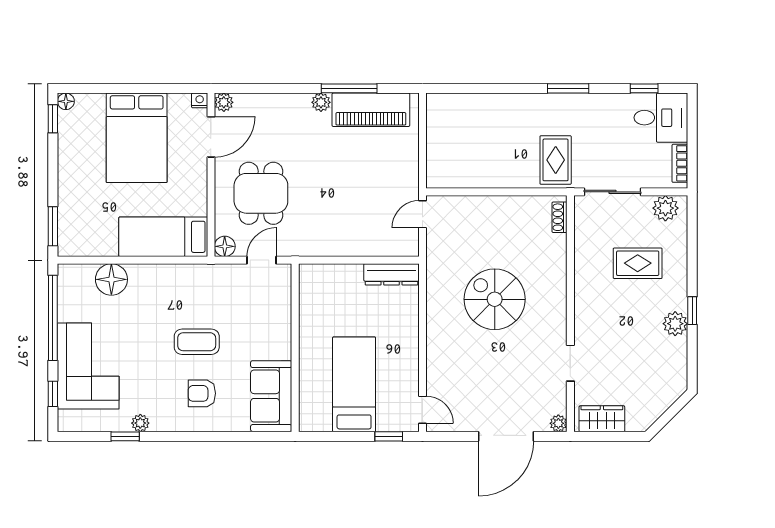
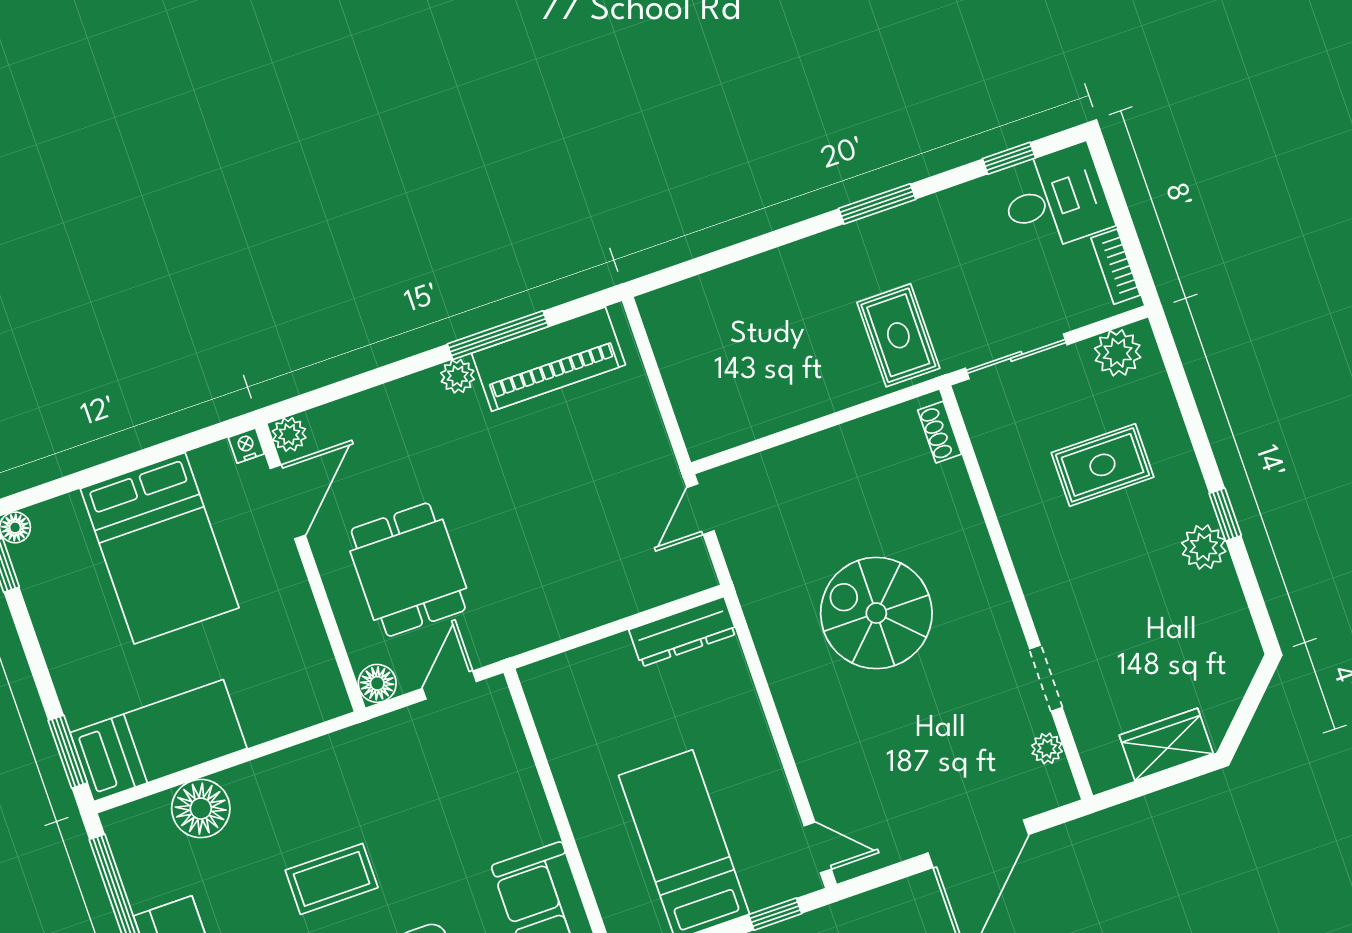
bed: (163, 237) -> (158, 740), moved, turned 180
coffee table: (197, 342) -> (332, 879), moved
wardrobe: (602, 419) -> (1166, 744), moved
plant: (558, 423) -> (1047, 748), moved

